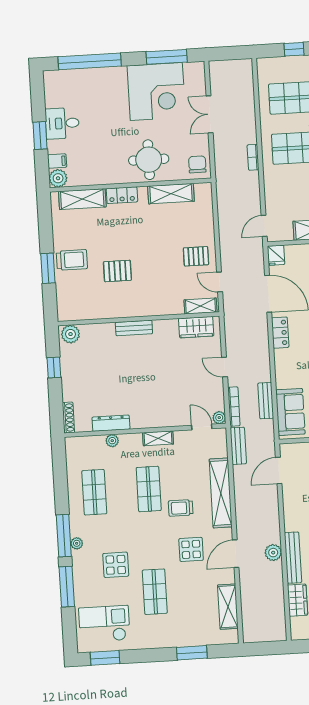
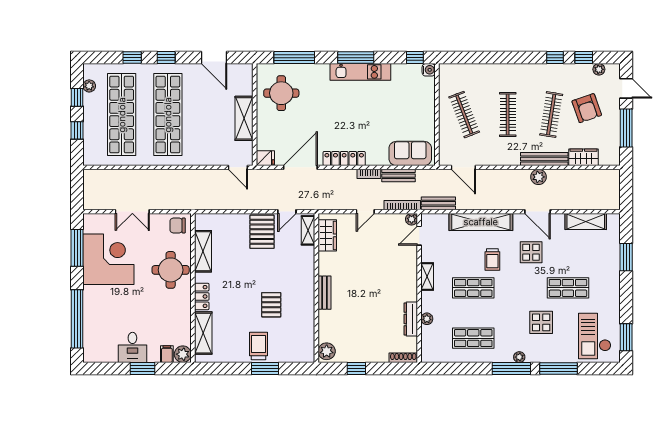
bookcase: (253, 157) -> (369, 174), moved
pallet: (196, 256) -> (262, 232), width x1.50, depth x1.42
locker: (280, 333) -> (344, 159), width x1.53

